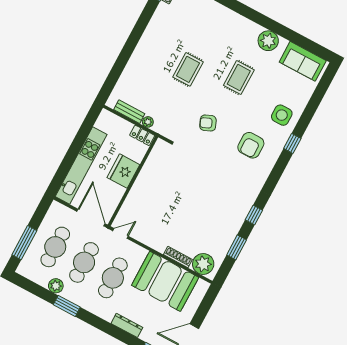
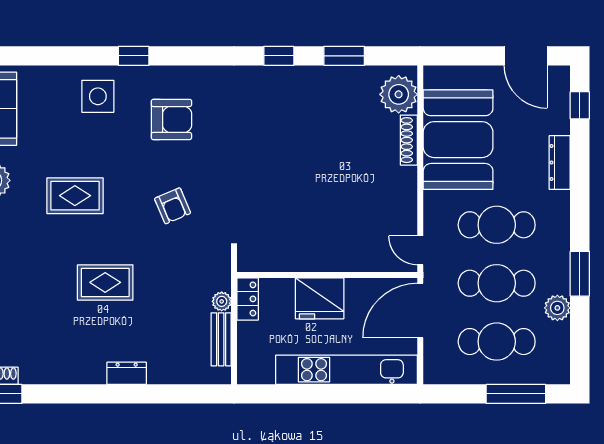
dresser: (138, 56) -> (127, 373), added

